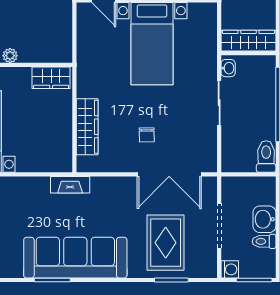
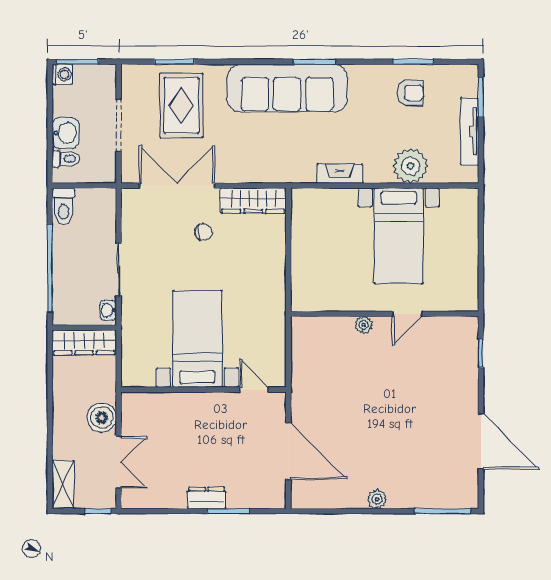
wardrobe: (51, 78) -> (316, 299), removed
wardrobe: (87, 127) -> (253, 201), moved, turned -90
chair: (147, 135) -> (203, 232), turned 91
fireplace: (70, 185) -> (340, 173), moved
toilet: (264, 241) -> (66, 159), moved
washing machine: (230, 269) -> (62, 74), moved, turned 180

